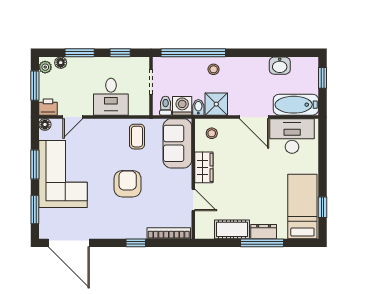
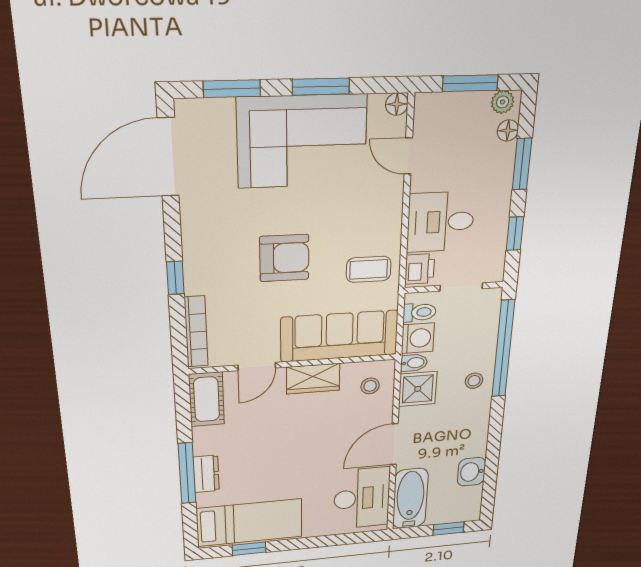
printer: (48, 107) -> (420, 269), moved
sofa: (177, 143) -> (339, 336), width x1.36
cot: (232, 229) -> (207, 399), moved

